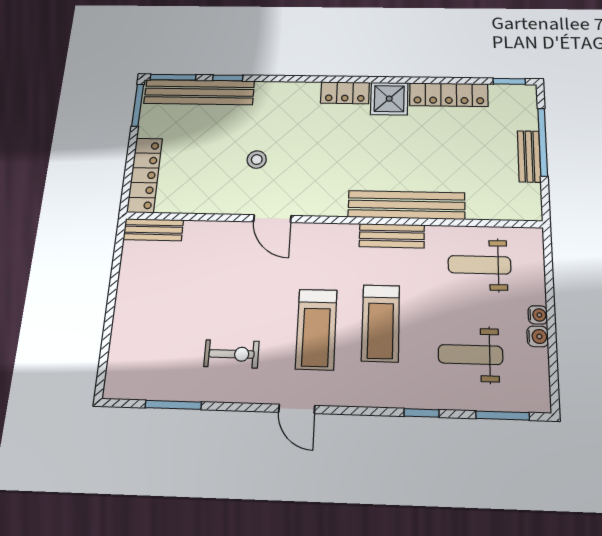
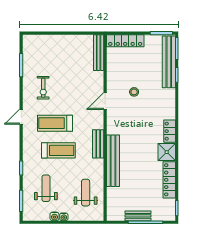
bench: (153, 230) -> (99, 53), width x1.36
bench: (392, 236) -> (98, 144), moved
treadmill: (381, 323) -> (58, 150), turned 180

